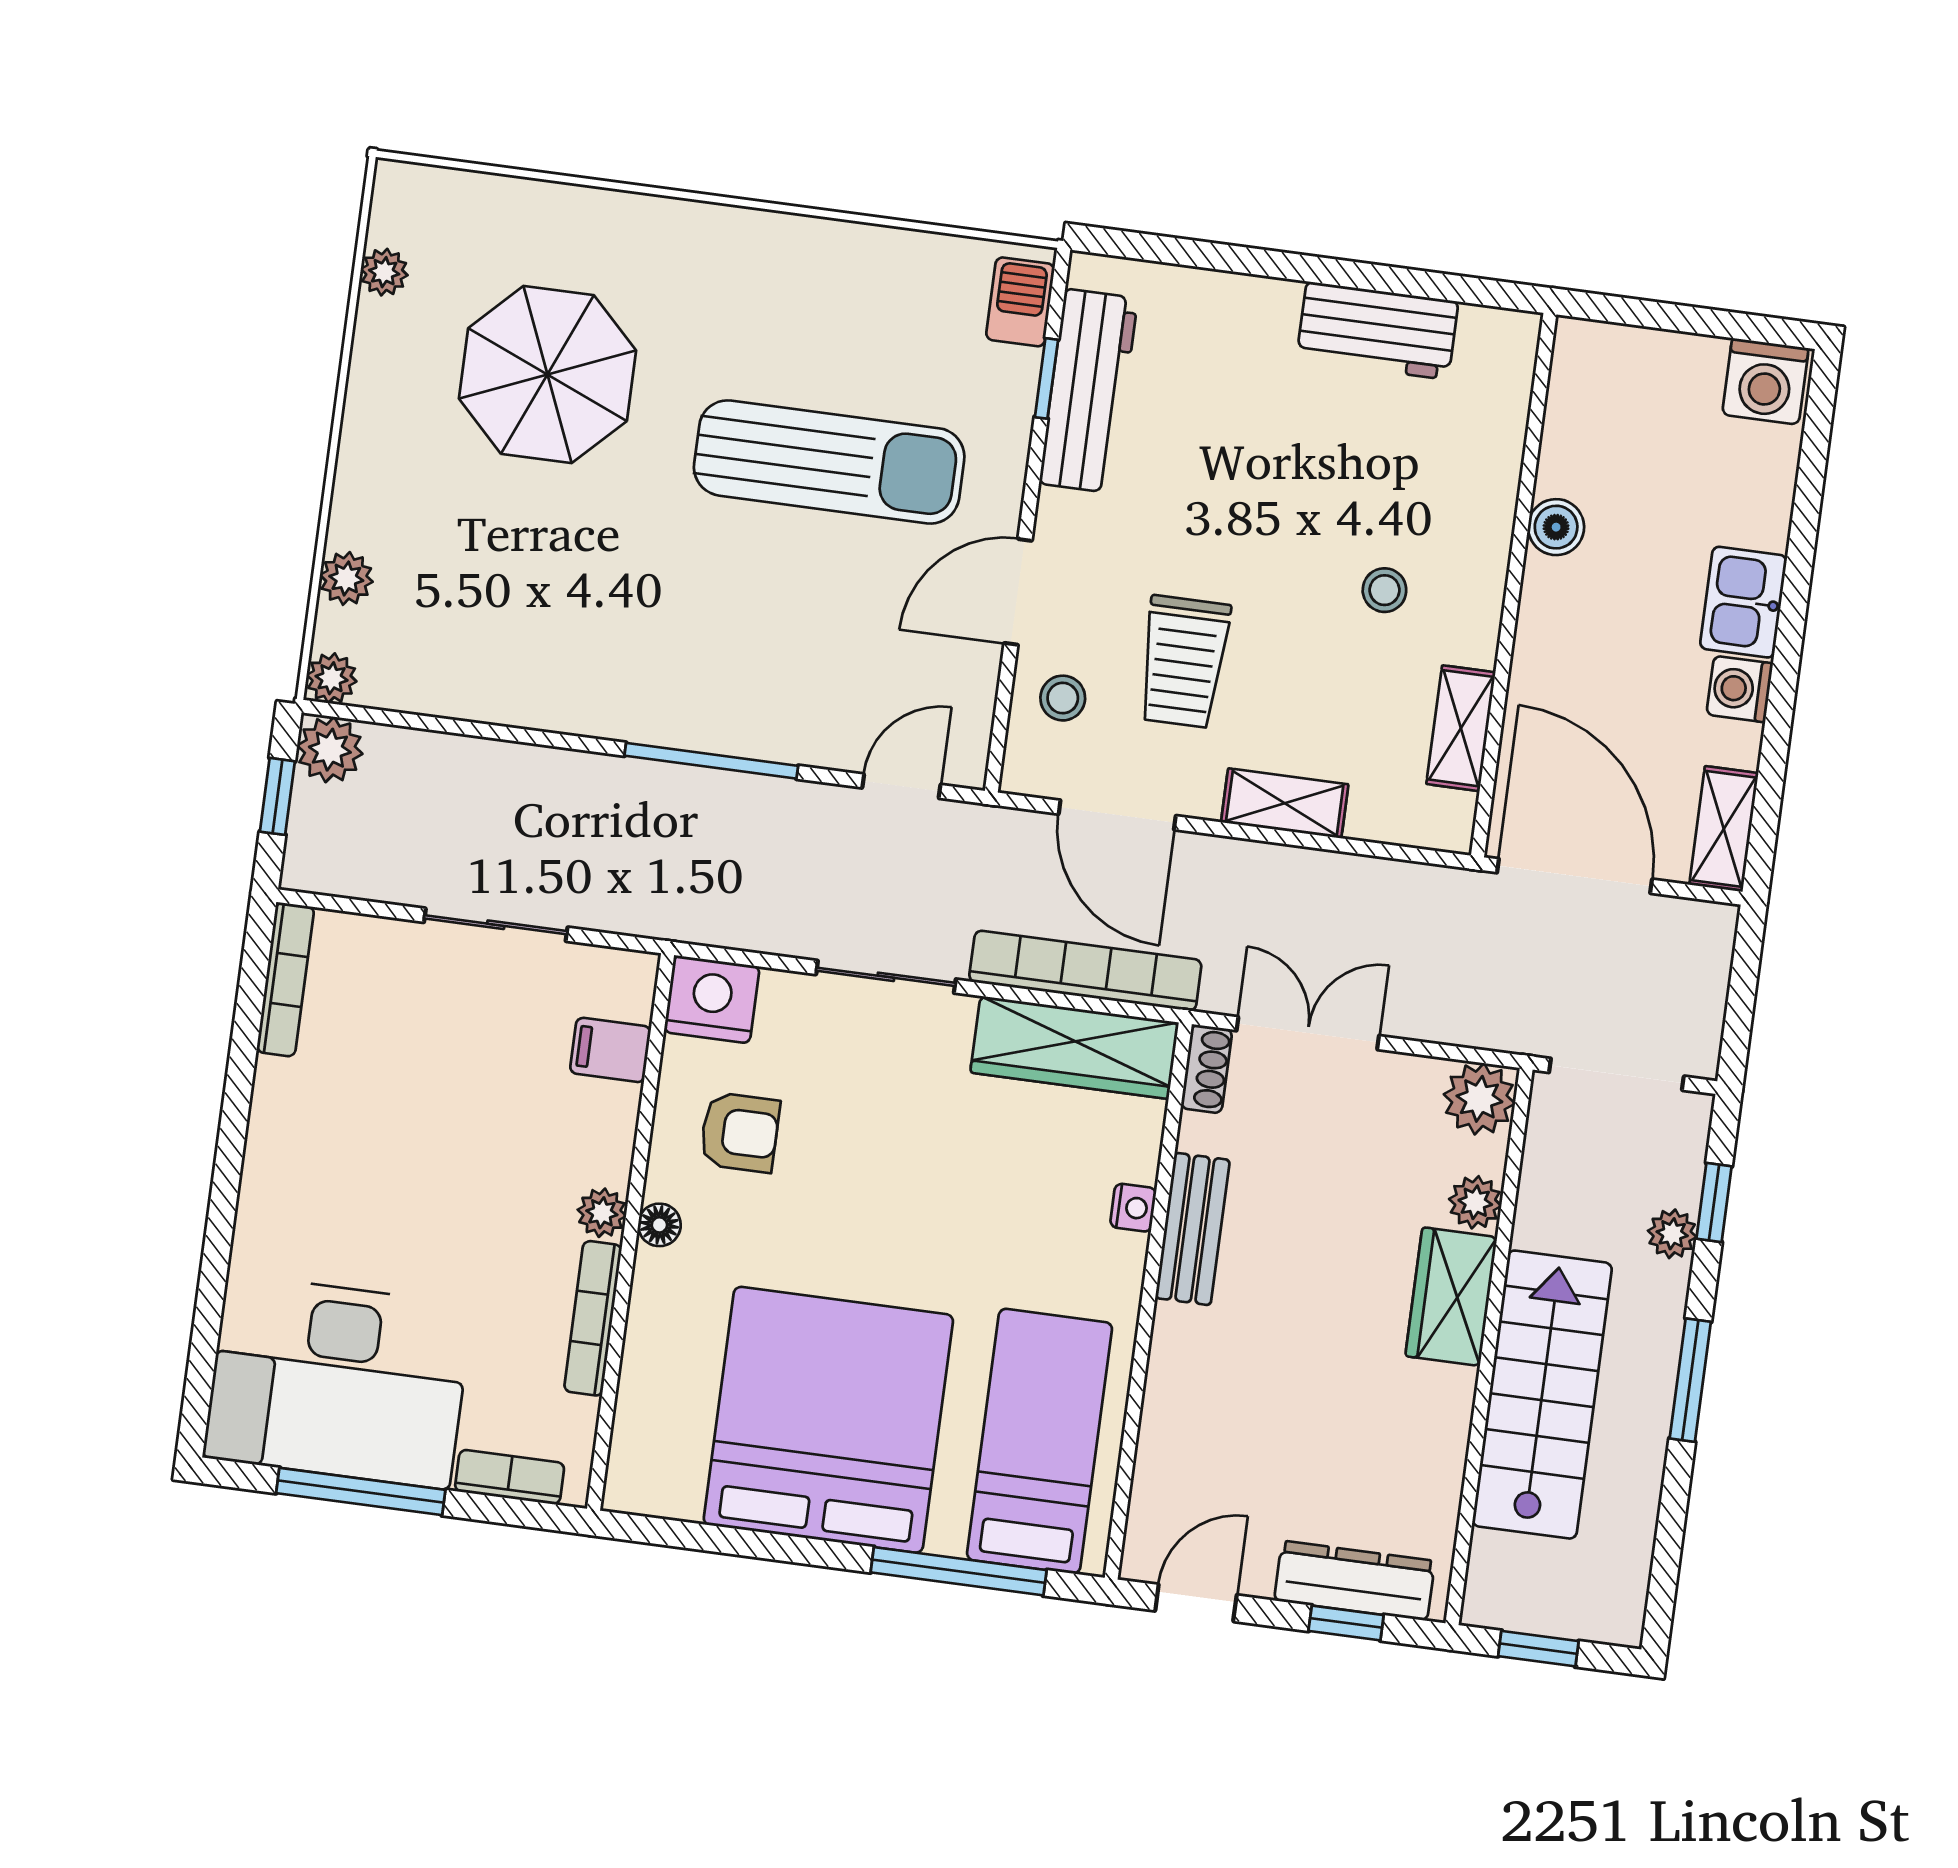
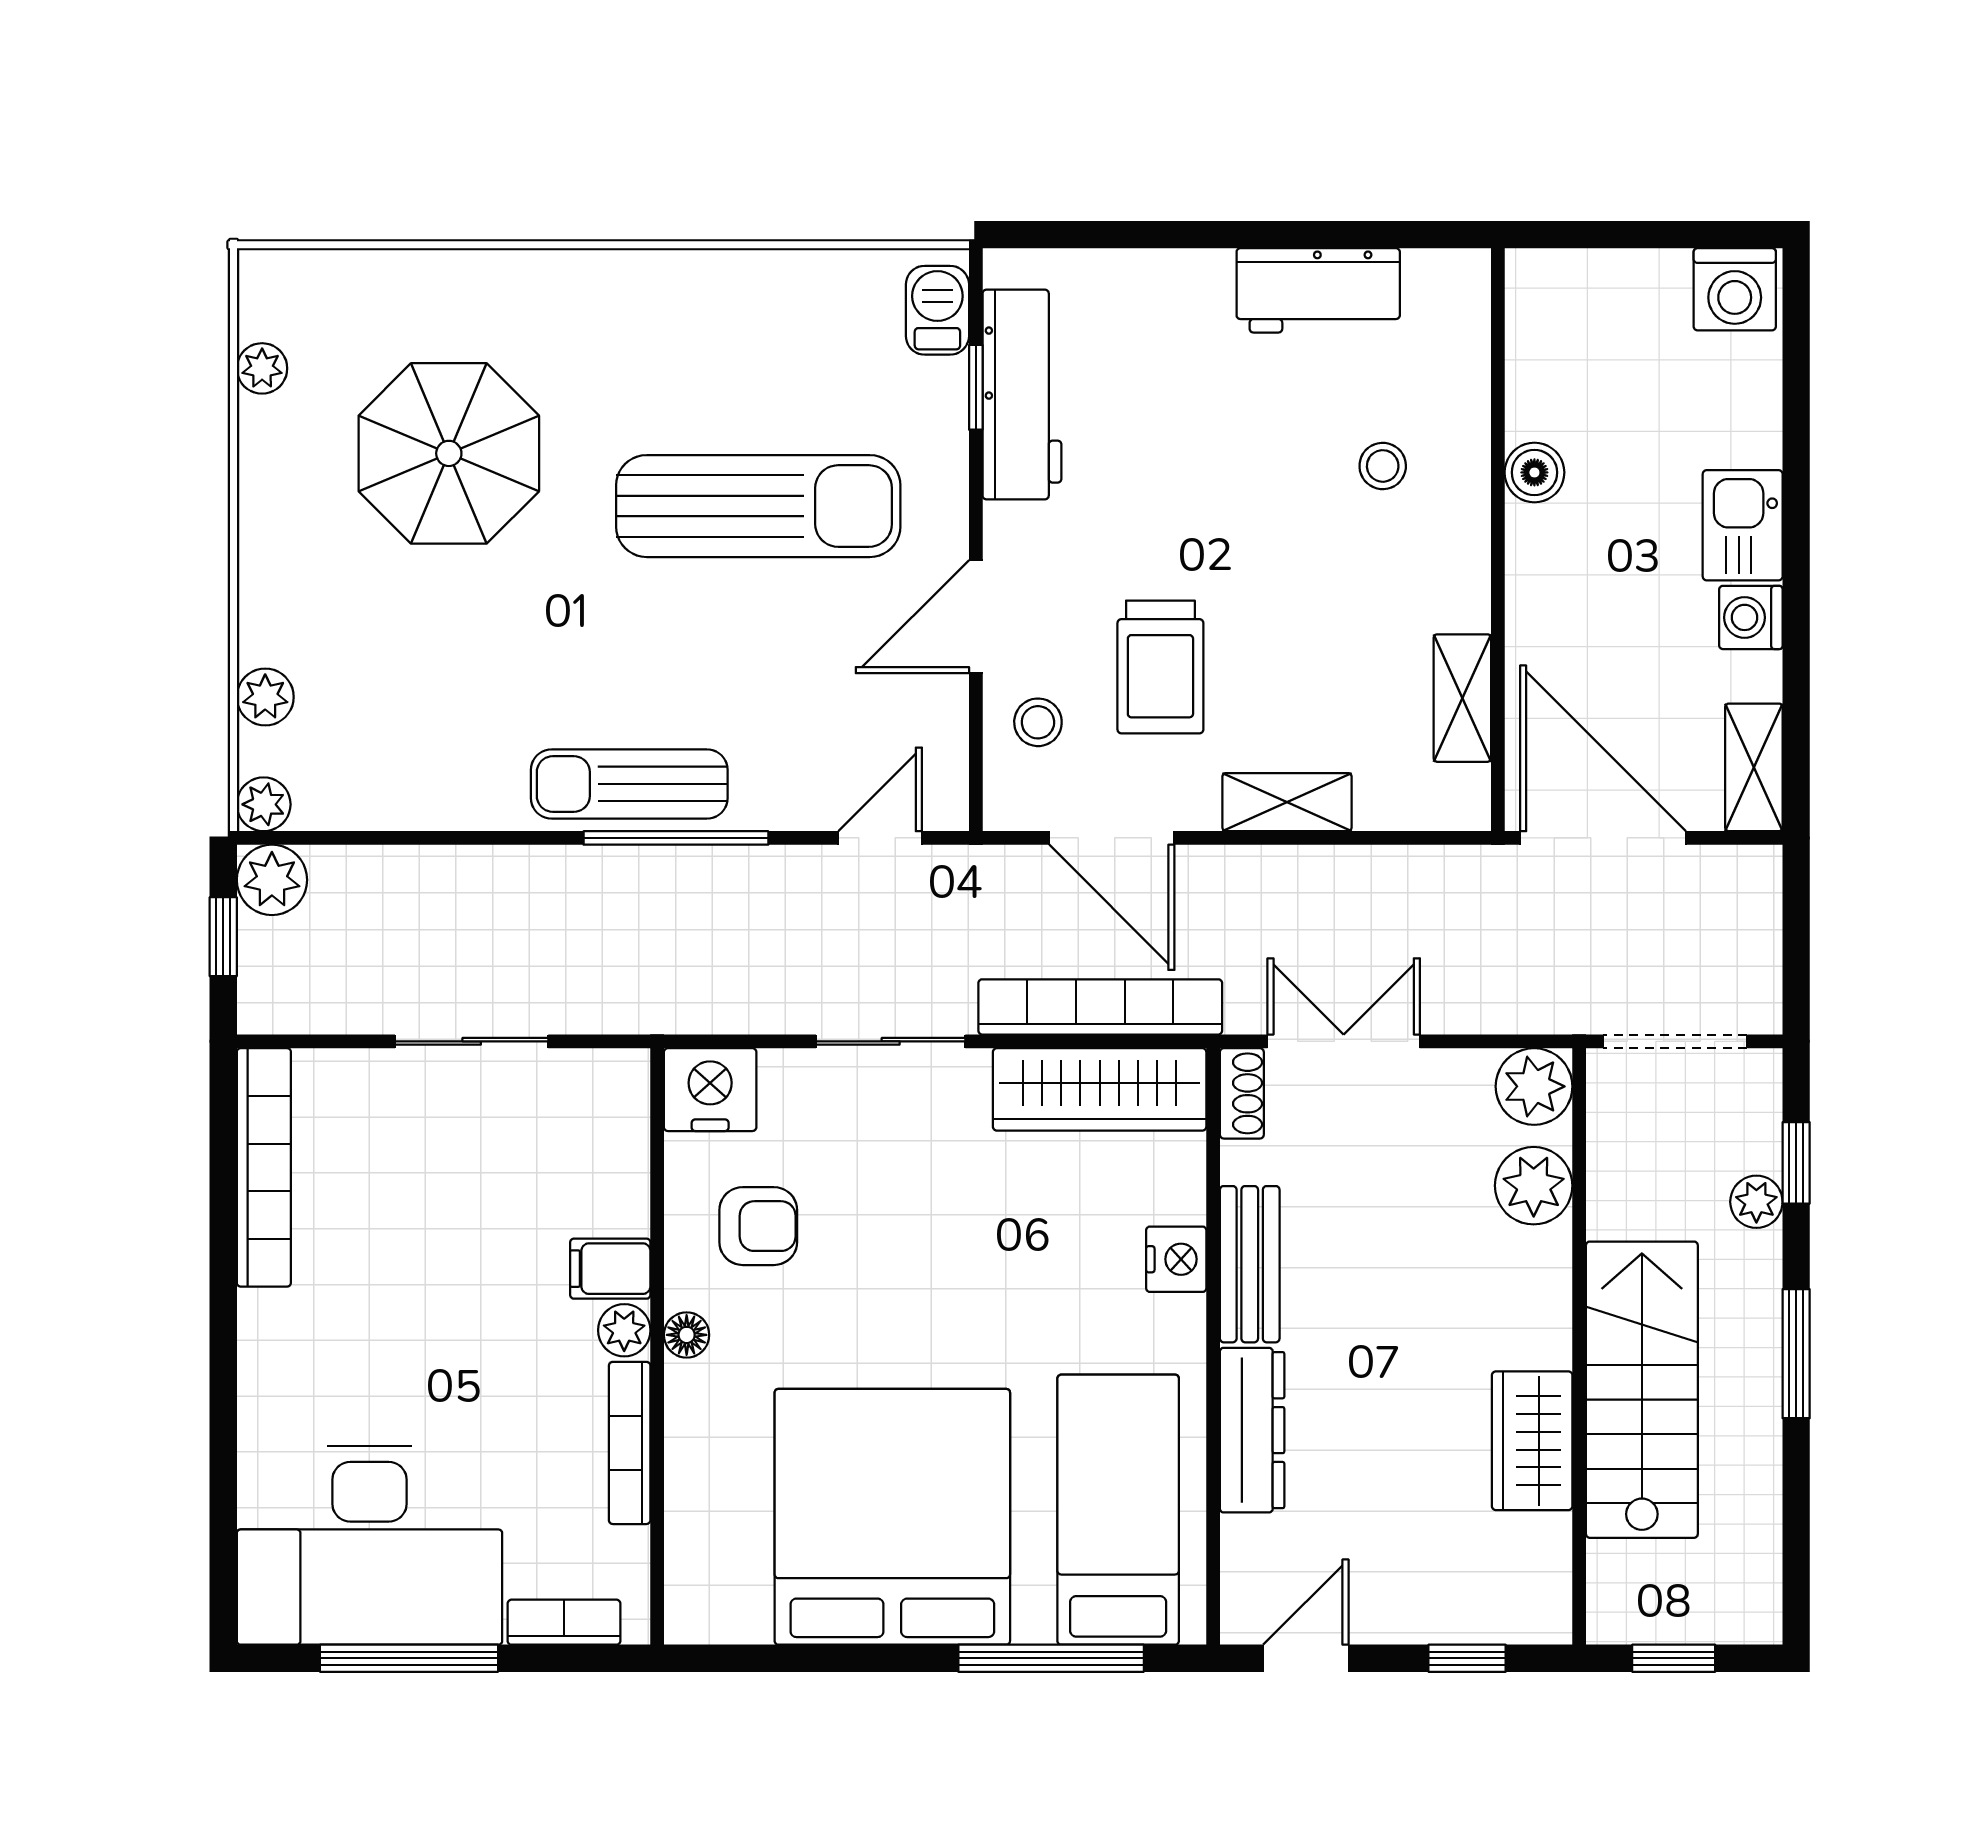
stool: (1384, 590) -> (1383, 466), moved
sun lounger: (674, 705) -> (629, 784), added
bookcase: (285, 979) -> (264, 1167), width x1.48, depth x1.31
filing cabinet: (610, 1050) -> (610, 1269), moved
plant: (1475, 1202) -> (1534, 1186), width x1.38, depth x1.38
nightstand: (1133, 1208) -> (1176, 1259), width x1.39, depth x1.35
wardrobe: (1451, 1297) -> (1532, 1441), moved
dresser: (1355, 1581) -> (1252, 1430), moved, turned 90

